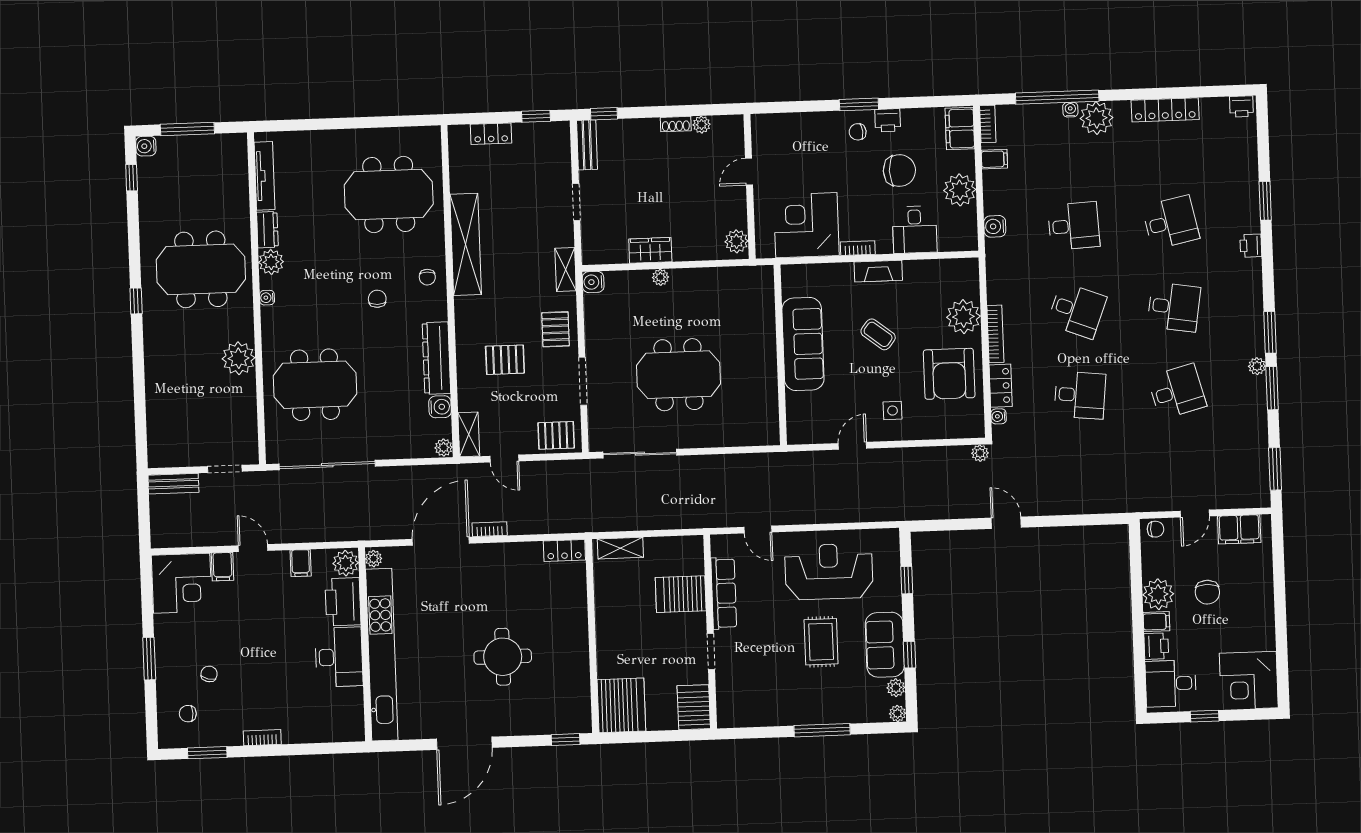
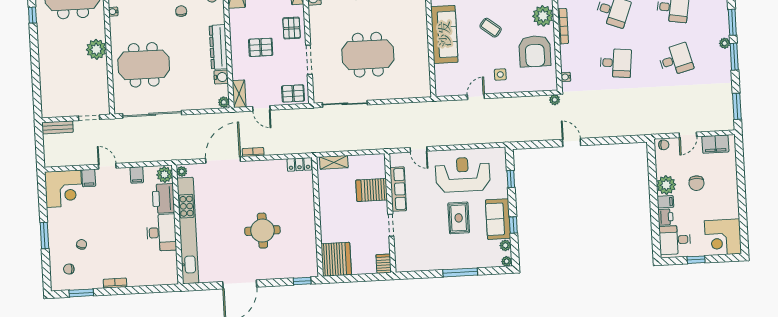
locker: (1001, 386) -> (567, 58), removed
server rack: (694, 707) -> (384, 264), width x0.73, depth x0.70

